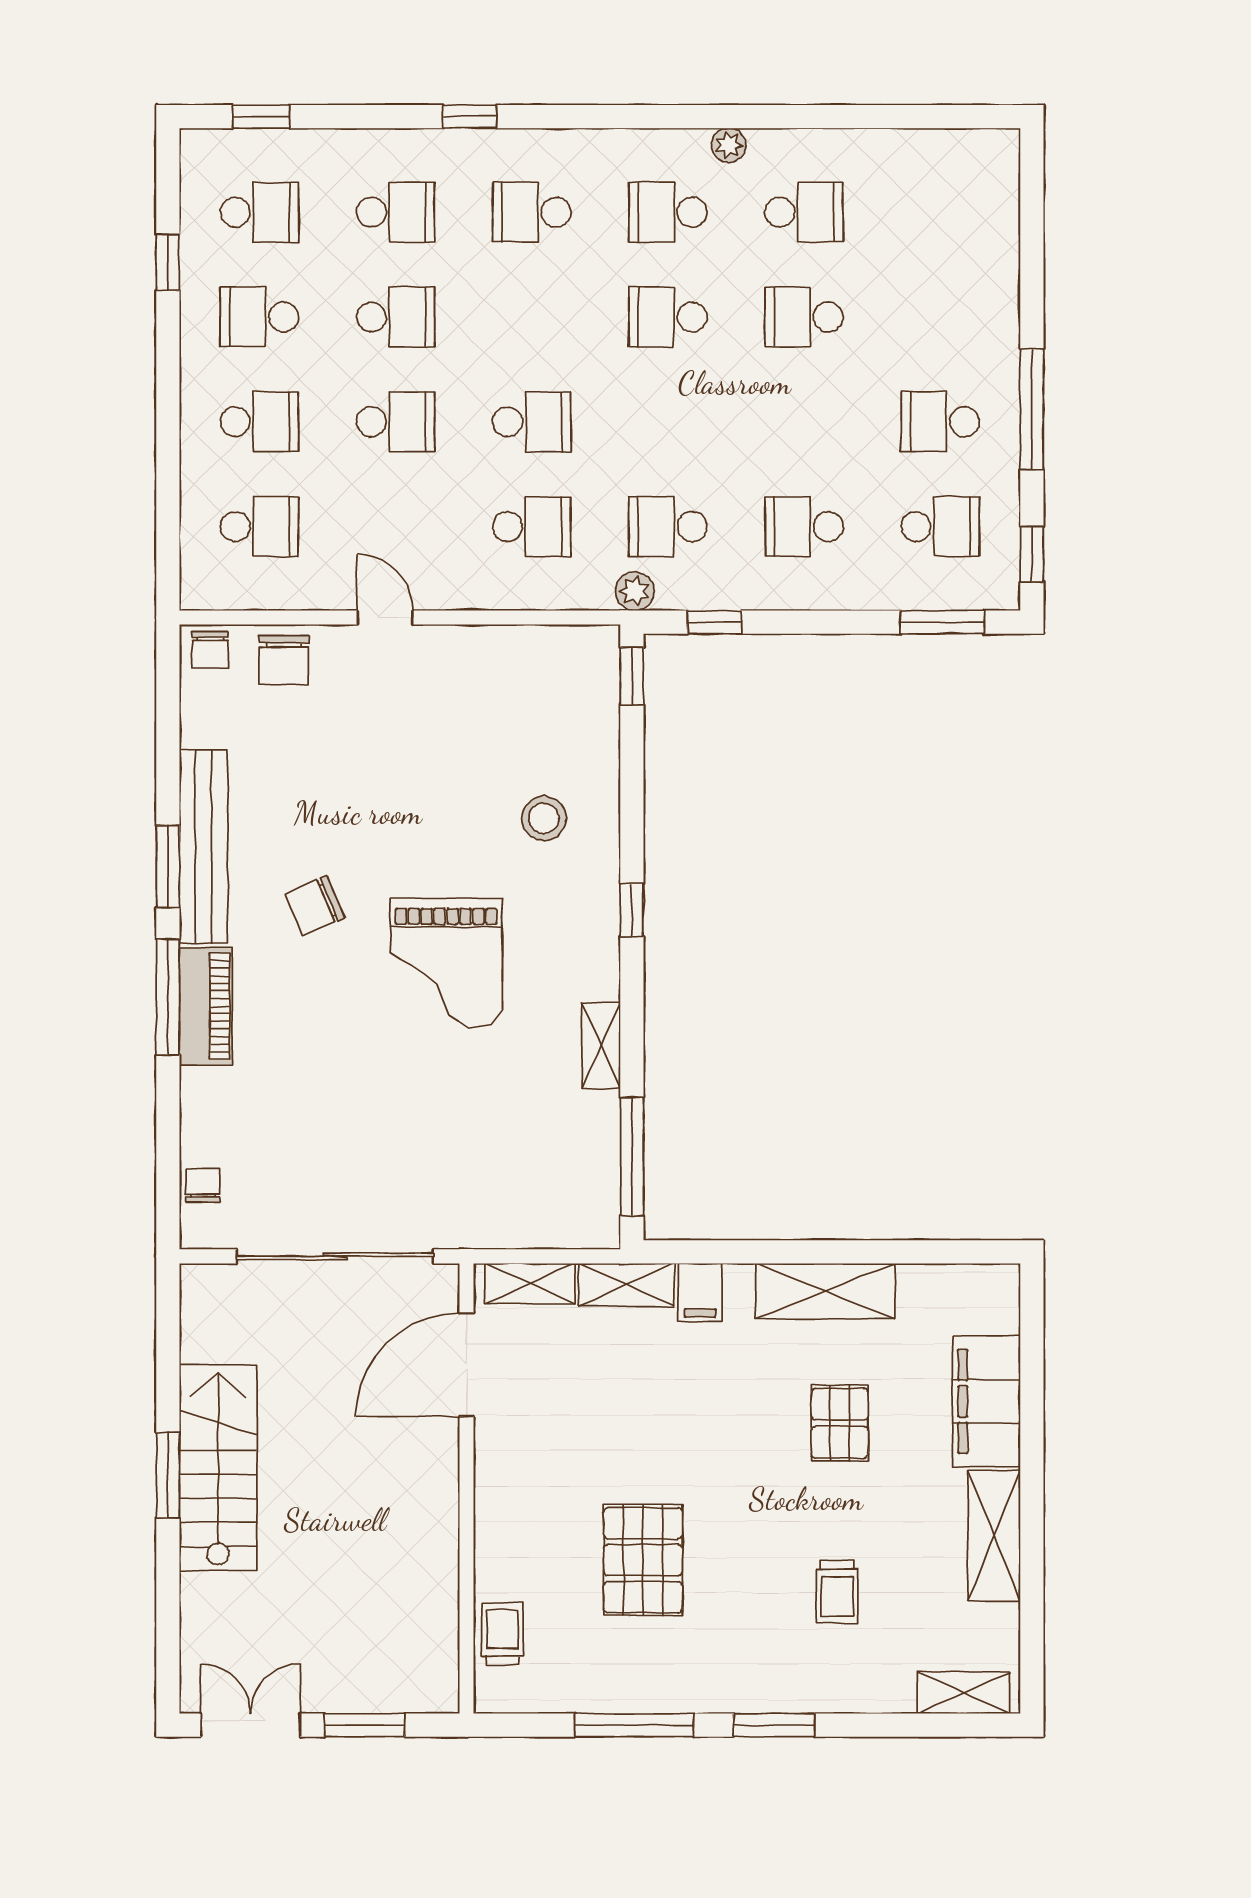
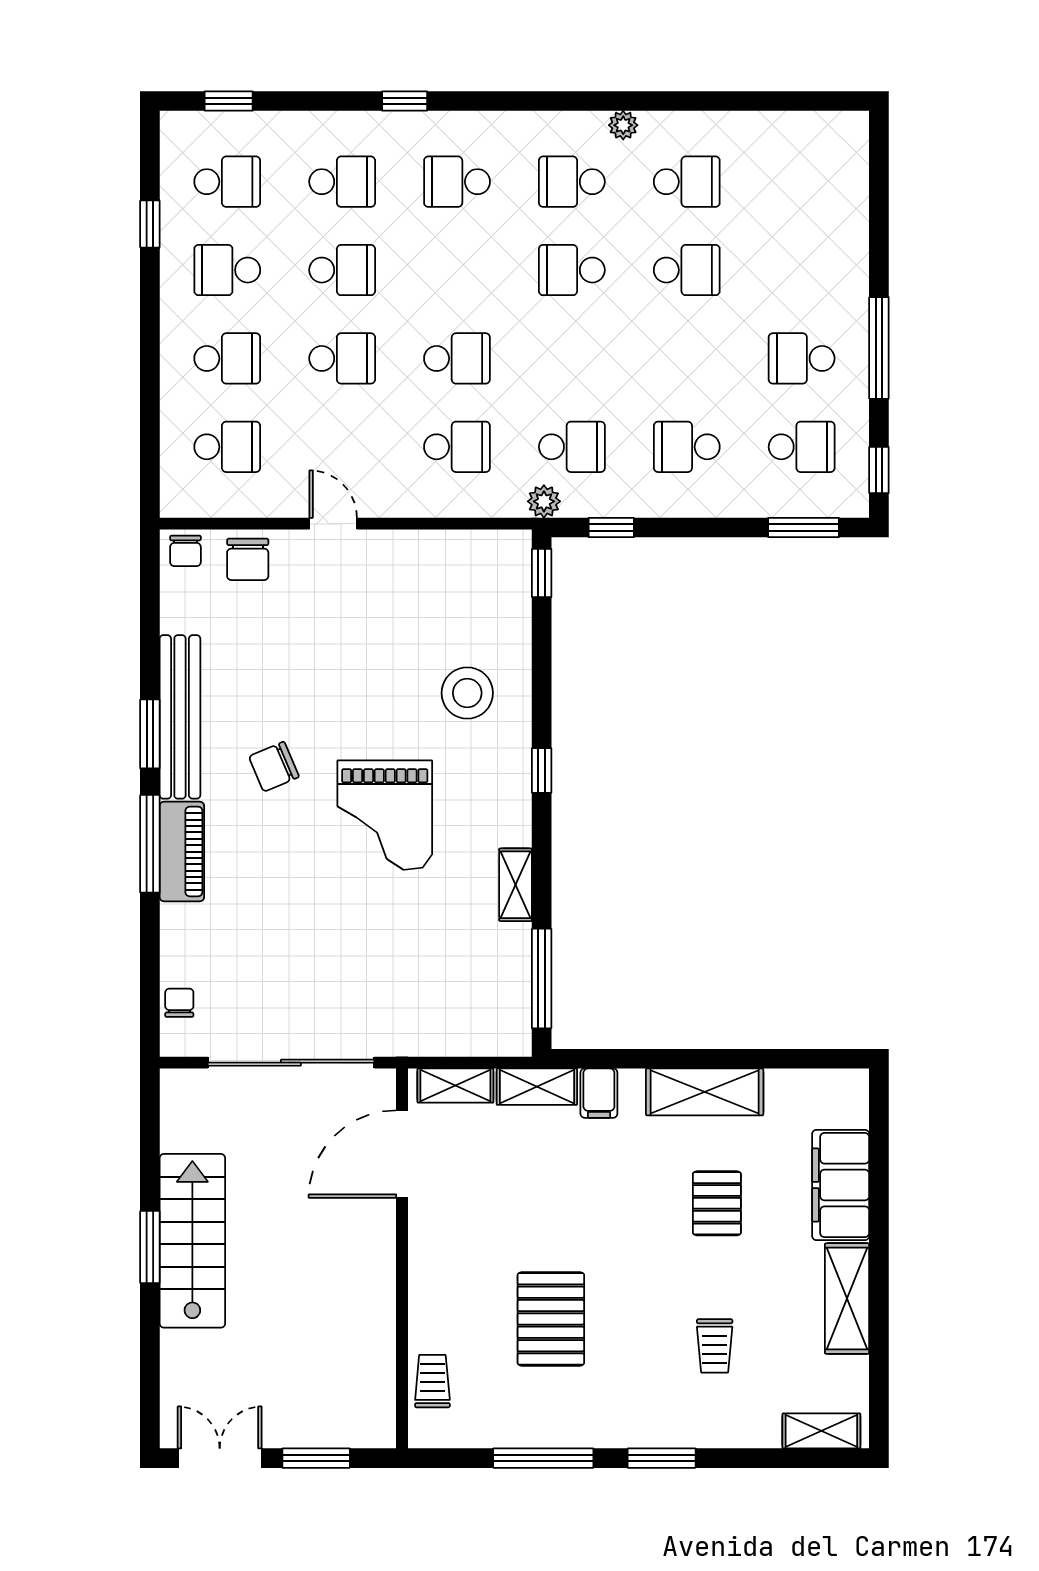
school desk: (804, 317) -> (687, 270), turned 180
school desk: (668, 527) -> (572, 447), turned 180
stool: (544, 818) -> (467, 693), width x1.38, depth x1.38

